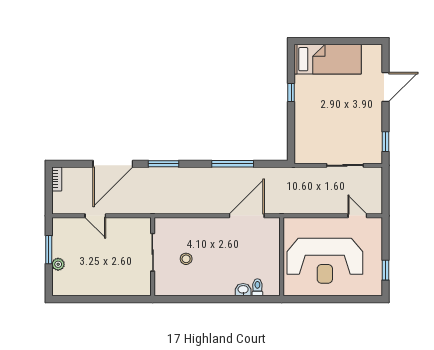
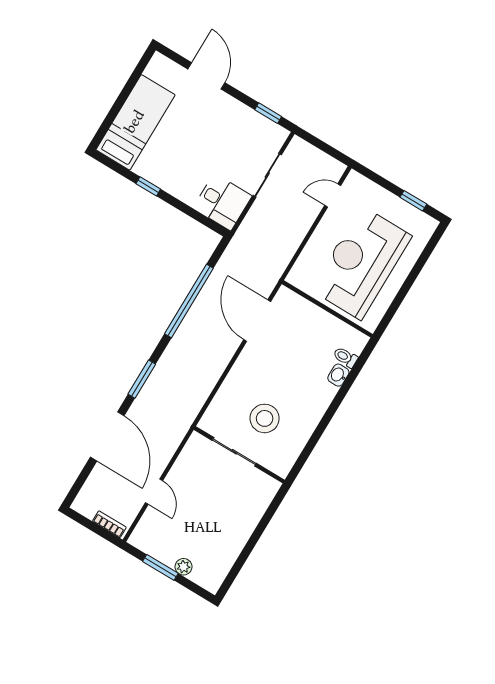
desk: (310, 147) -> (222, 202), added
window: (233, 164) -> (189, 301), width x1.46
bookcase: (57, 179) -> (109, 524), moved
door: (95, 216) -> (154, 492), hinge flipped
stool: (186, 259) -> (265, 418), width x1.89, depth x1.89
reception desk: (325, 261) -> (361, 263), turned 180

